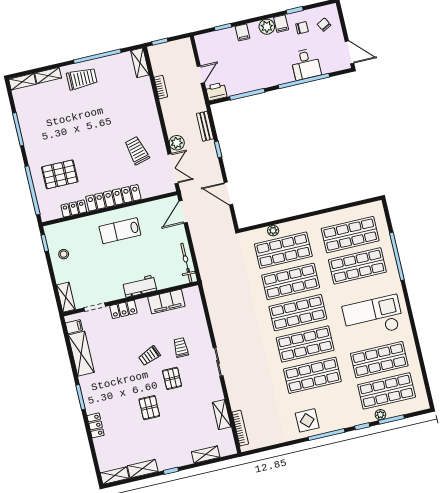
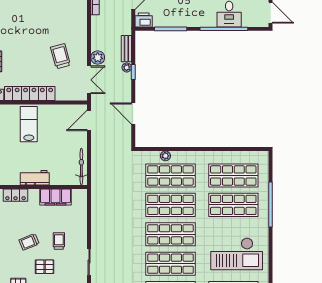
plant: (210, 146) -> (127, 67), added
lab bench: (120, 231) -> (29, 124), turned 90
checkout: (373, 317) -> (237, 254), turned 180
pallet: (172, 378) -> (45, 267), turned 90

